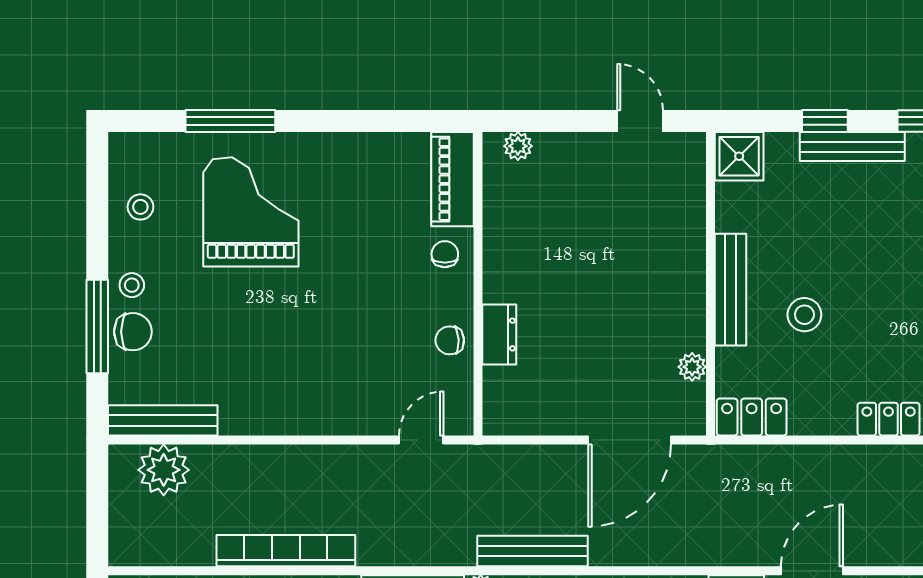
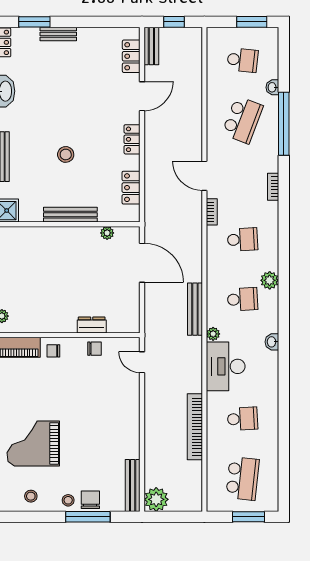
stool: (804, 315) -> (66, 154), moved
chair: (450, 340) -> (95, 349), turned -87
locker: (752, 417) -> (131, 188), moved
plant: (164, 470) -> (156, 499), moved

